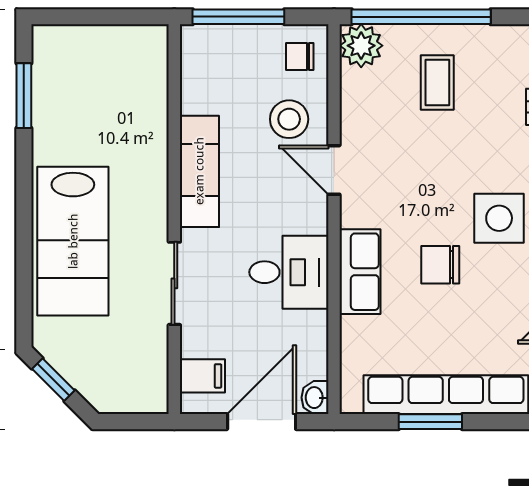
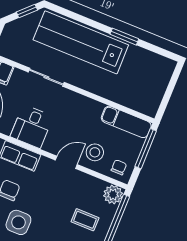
window: (24, 96) -> (124, 37), moved
exam couch: (199, 171) -> (126, 122), moved
lab bench: (73, 241) -> (81, 42), width x1.36

